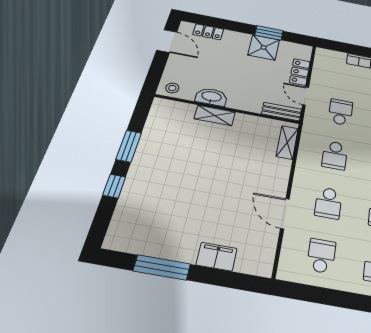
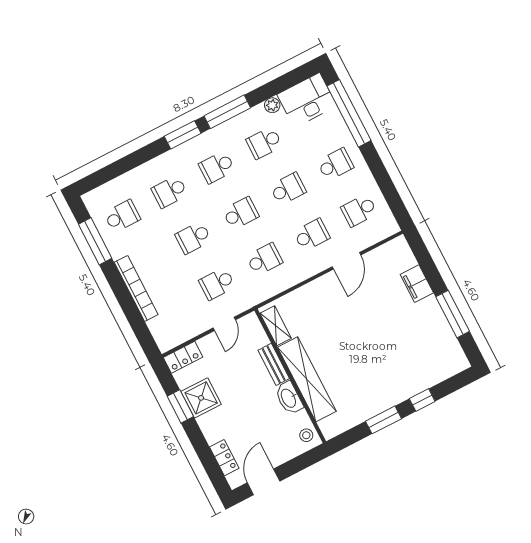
locker: (300, 72) -> (183, 357), moved
bench: (282, 112) -> (274, 364), moved
shelving: (215, 115) -> (307, 379), width x2.20, depth x1.33
shelving: (287, 142) -> (276, 326), moved, turned 90

